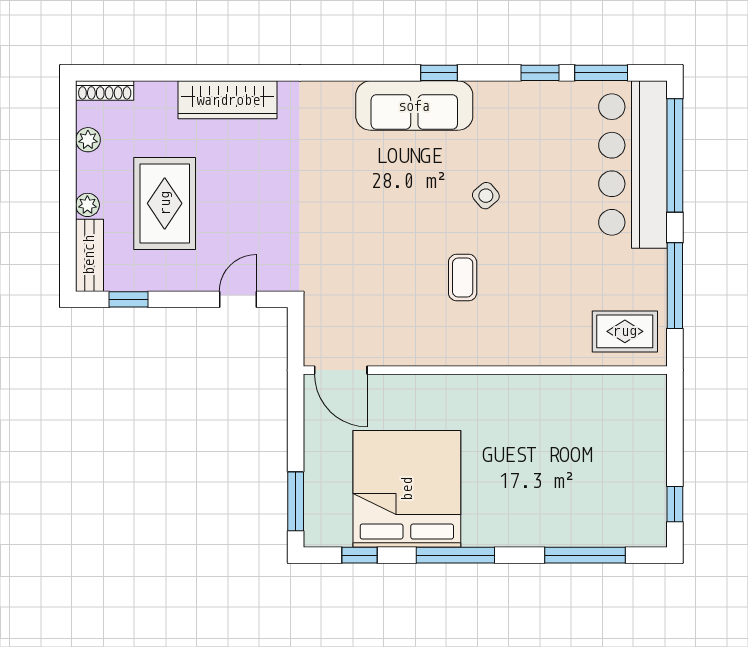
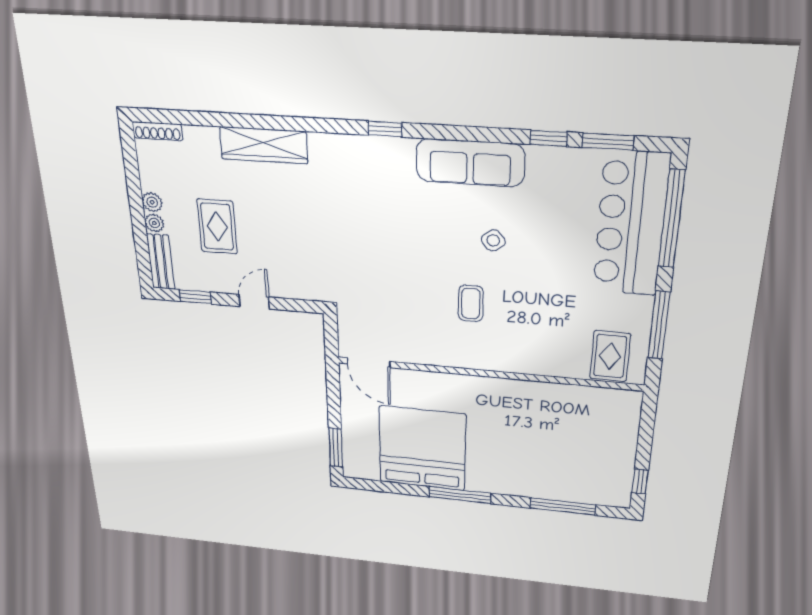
window: (439, 73) -> (385, 129), moved
sofa: (414, 106) -> (470, 163), moved
plant: (88, 140) -> (152, 202), moved
rug: (165, 203) -> (217, 227), width x0.73, depth x0.70
door: (238, 299) -> (254, 302), moved
rug: (625, 331) -> (610, 356), turned 90
window: (360, 555) -> (386, 487), removed

